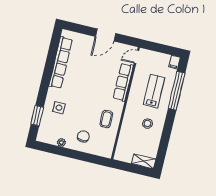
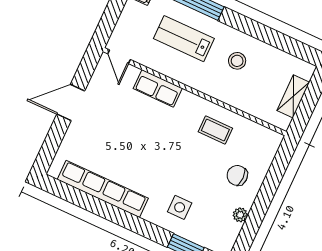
door: (106, 35) -> (71, 102), swing flipped
row of seats: (123, 82) -> (158, 88), width x0.68
shelving: (144, 161) -> (293, 96), moved

